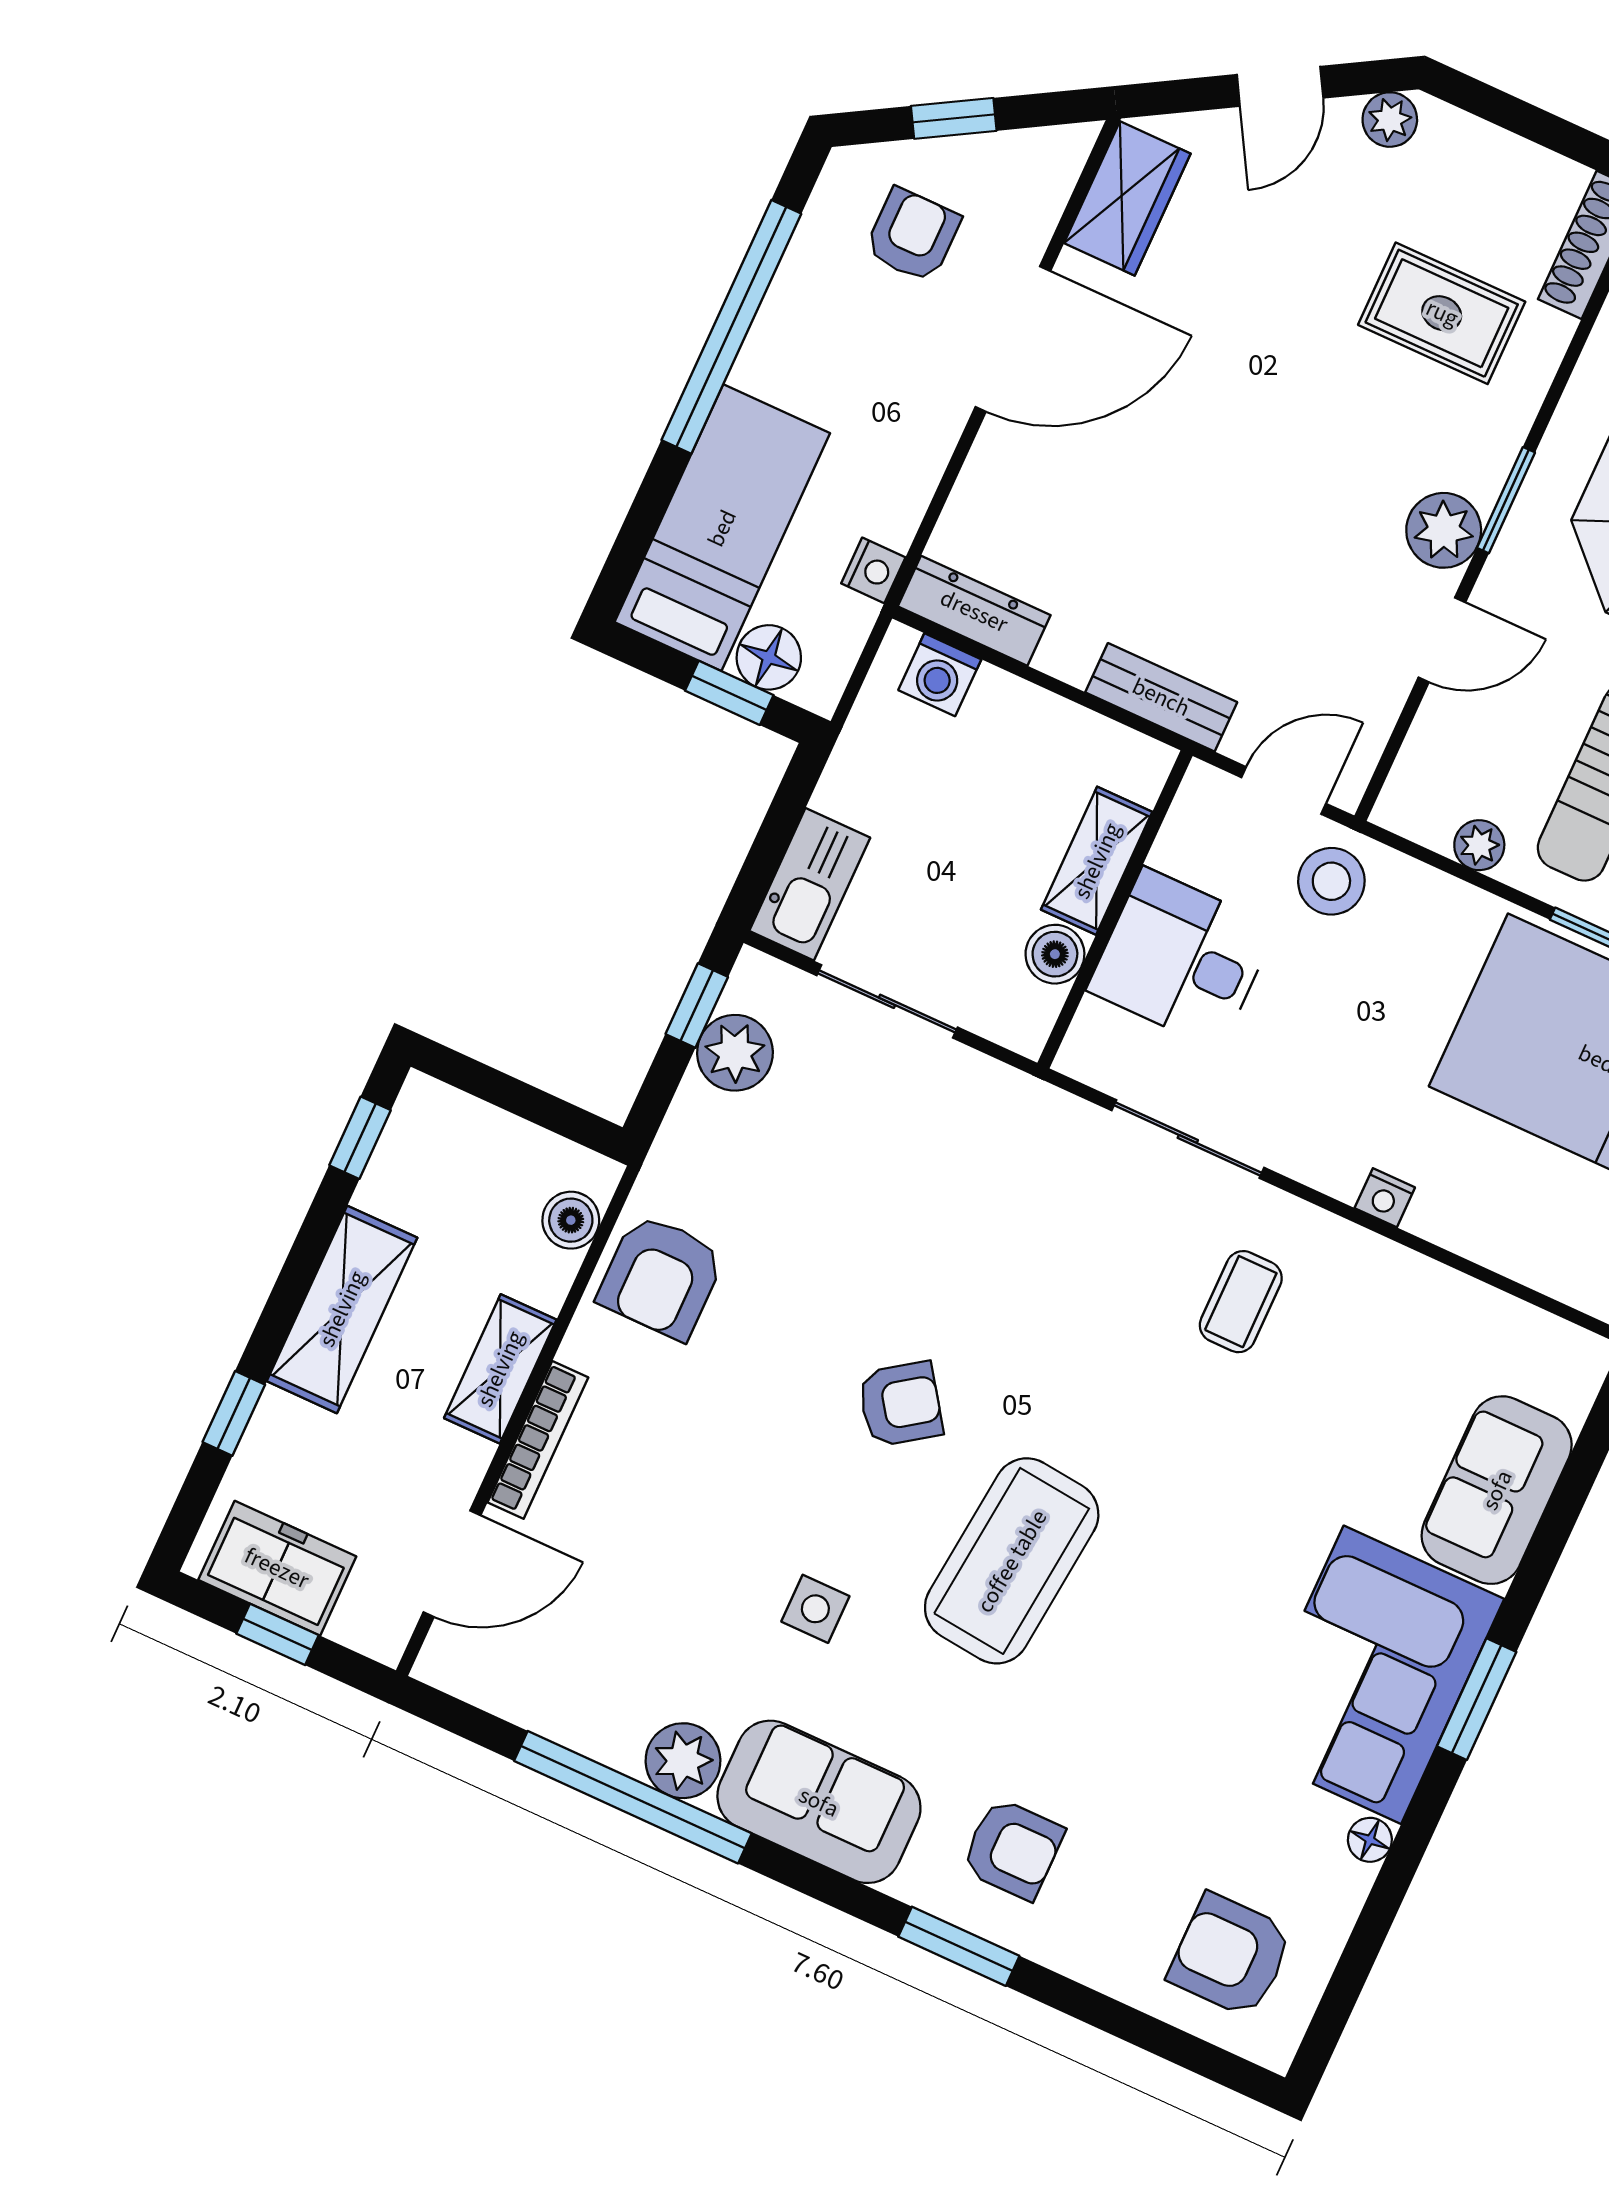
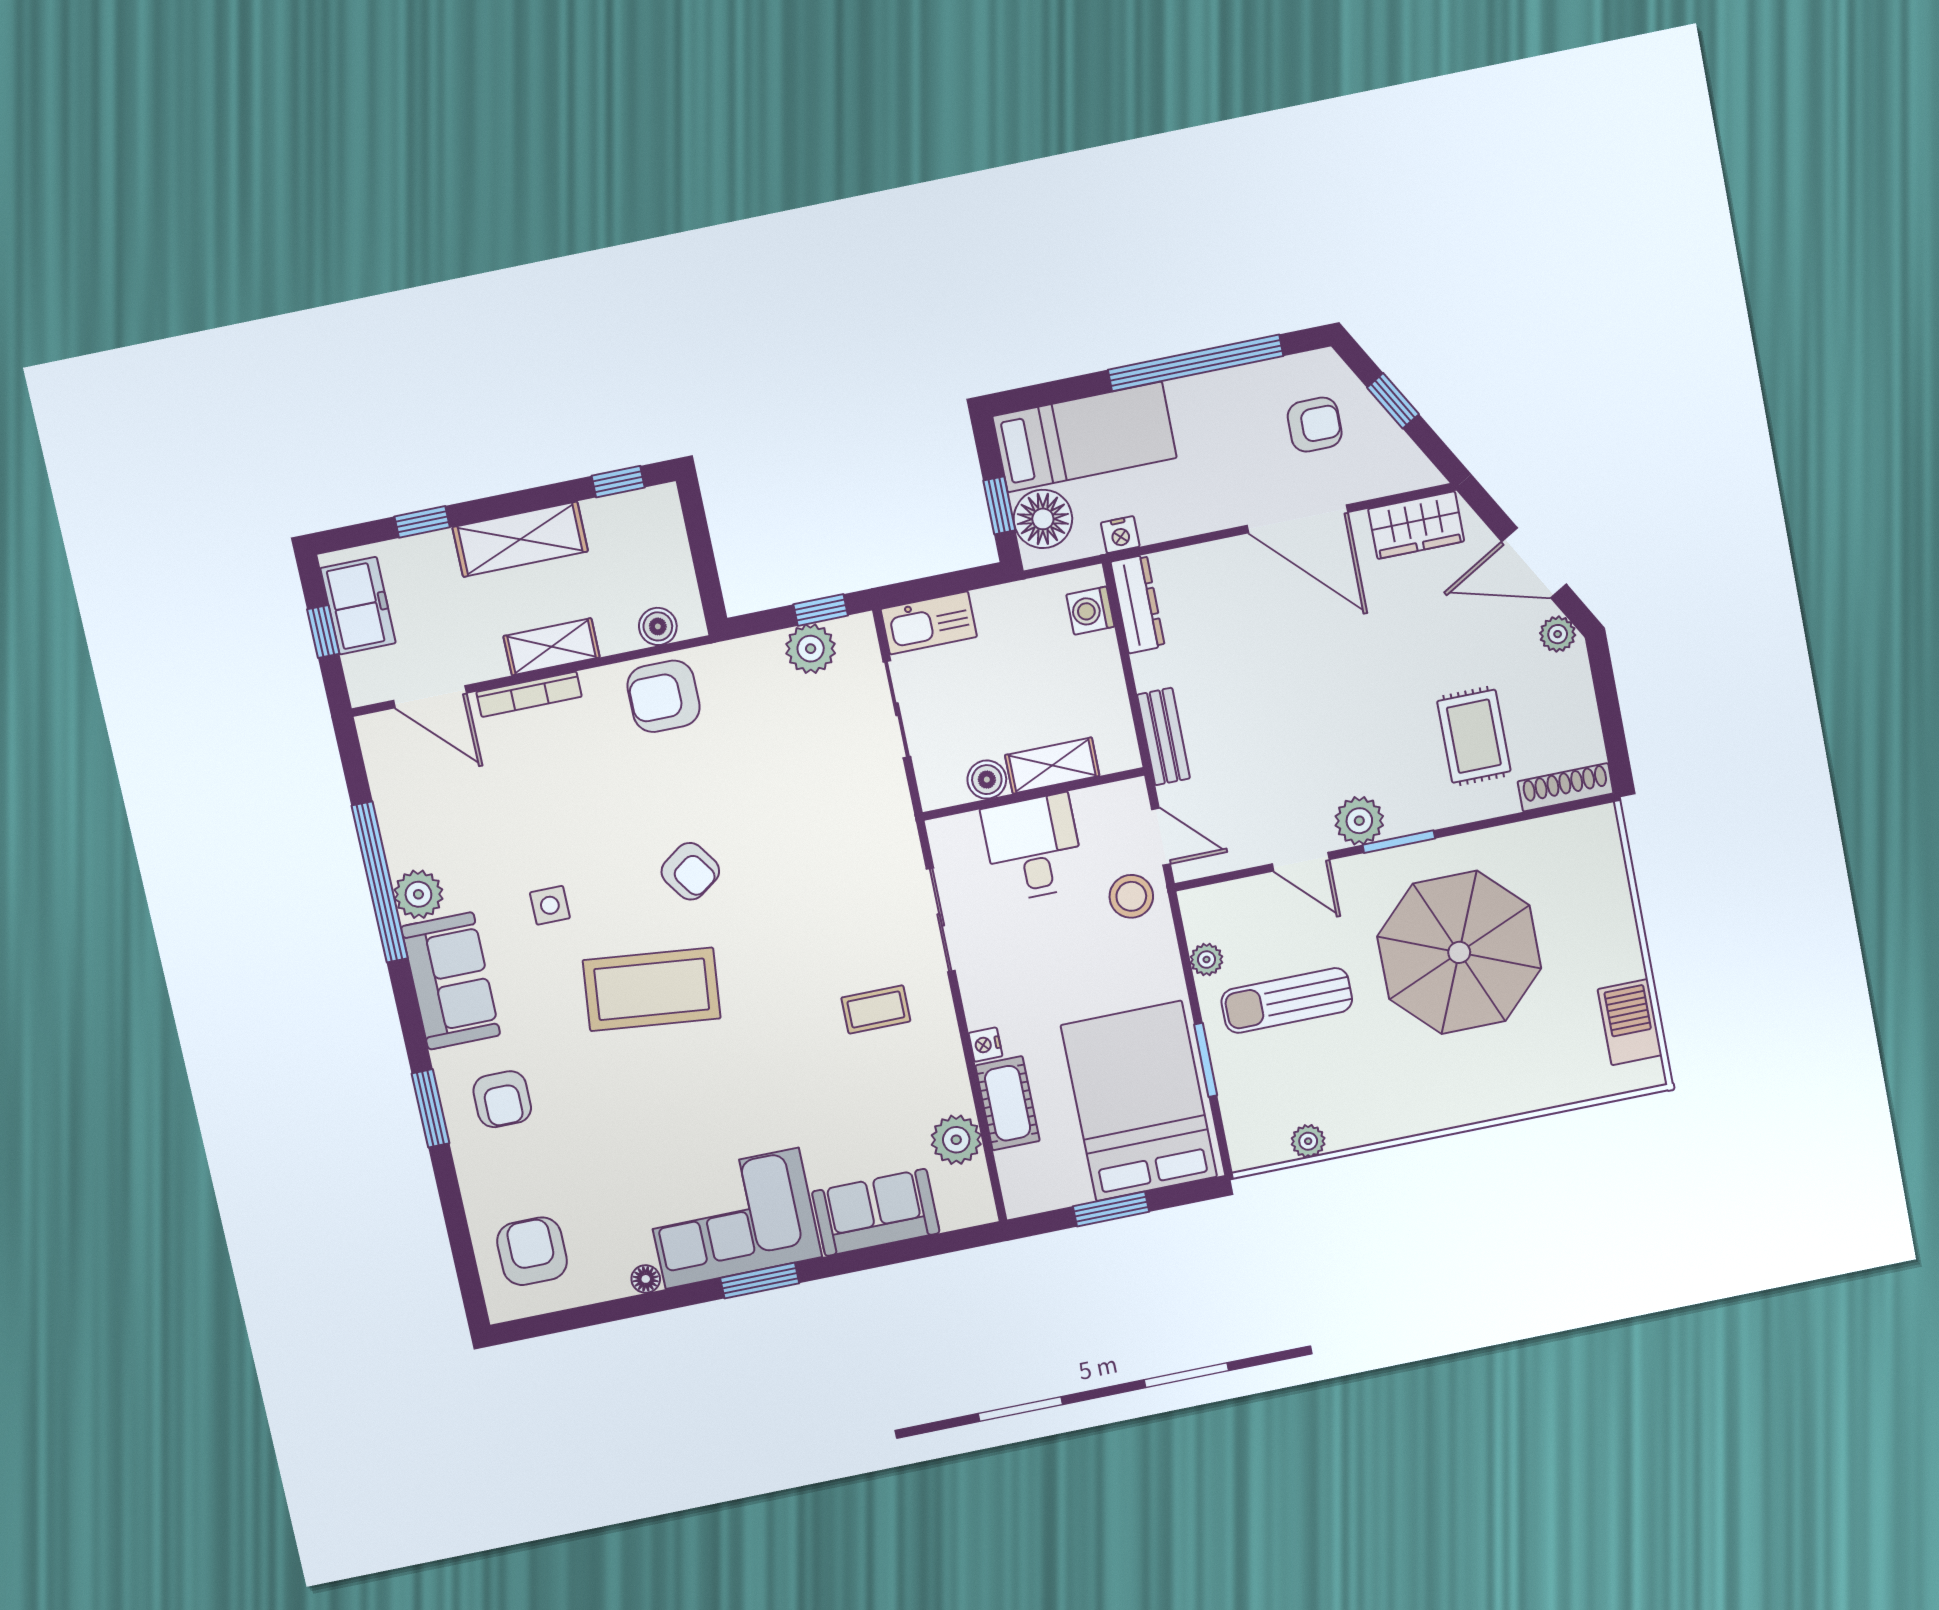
door: (1280, 86) -> (1534, 563), width x1.38
floor lamp: (769, 657) -> (1043, 519), width x1.38, depth x1.38
cot: (1479, 1224) -> (1008, 1103), added
plant: (1478, 1322) -> (956, 1140), added

